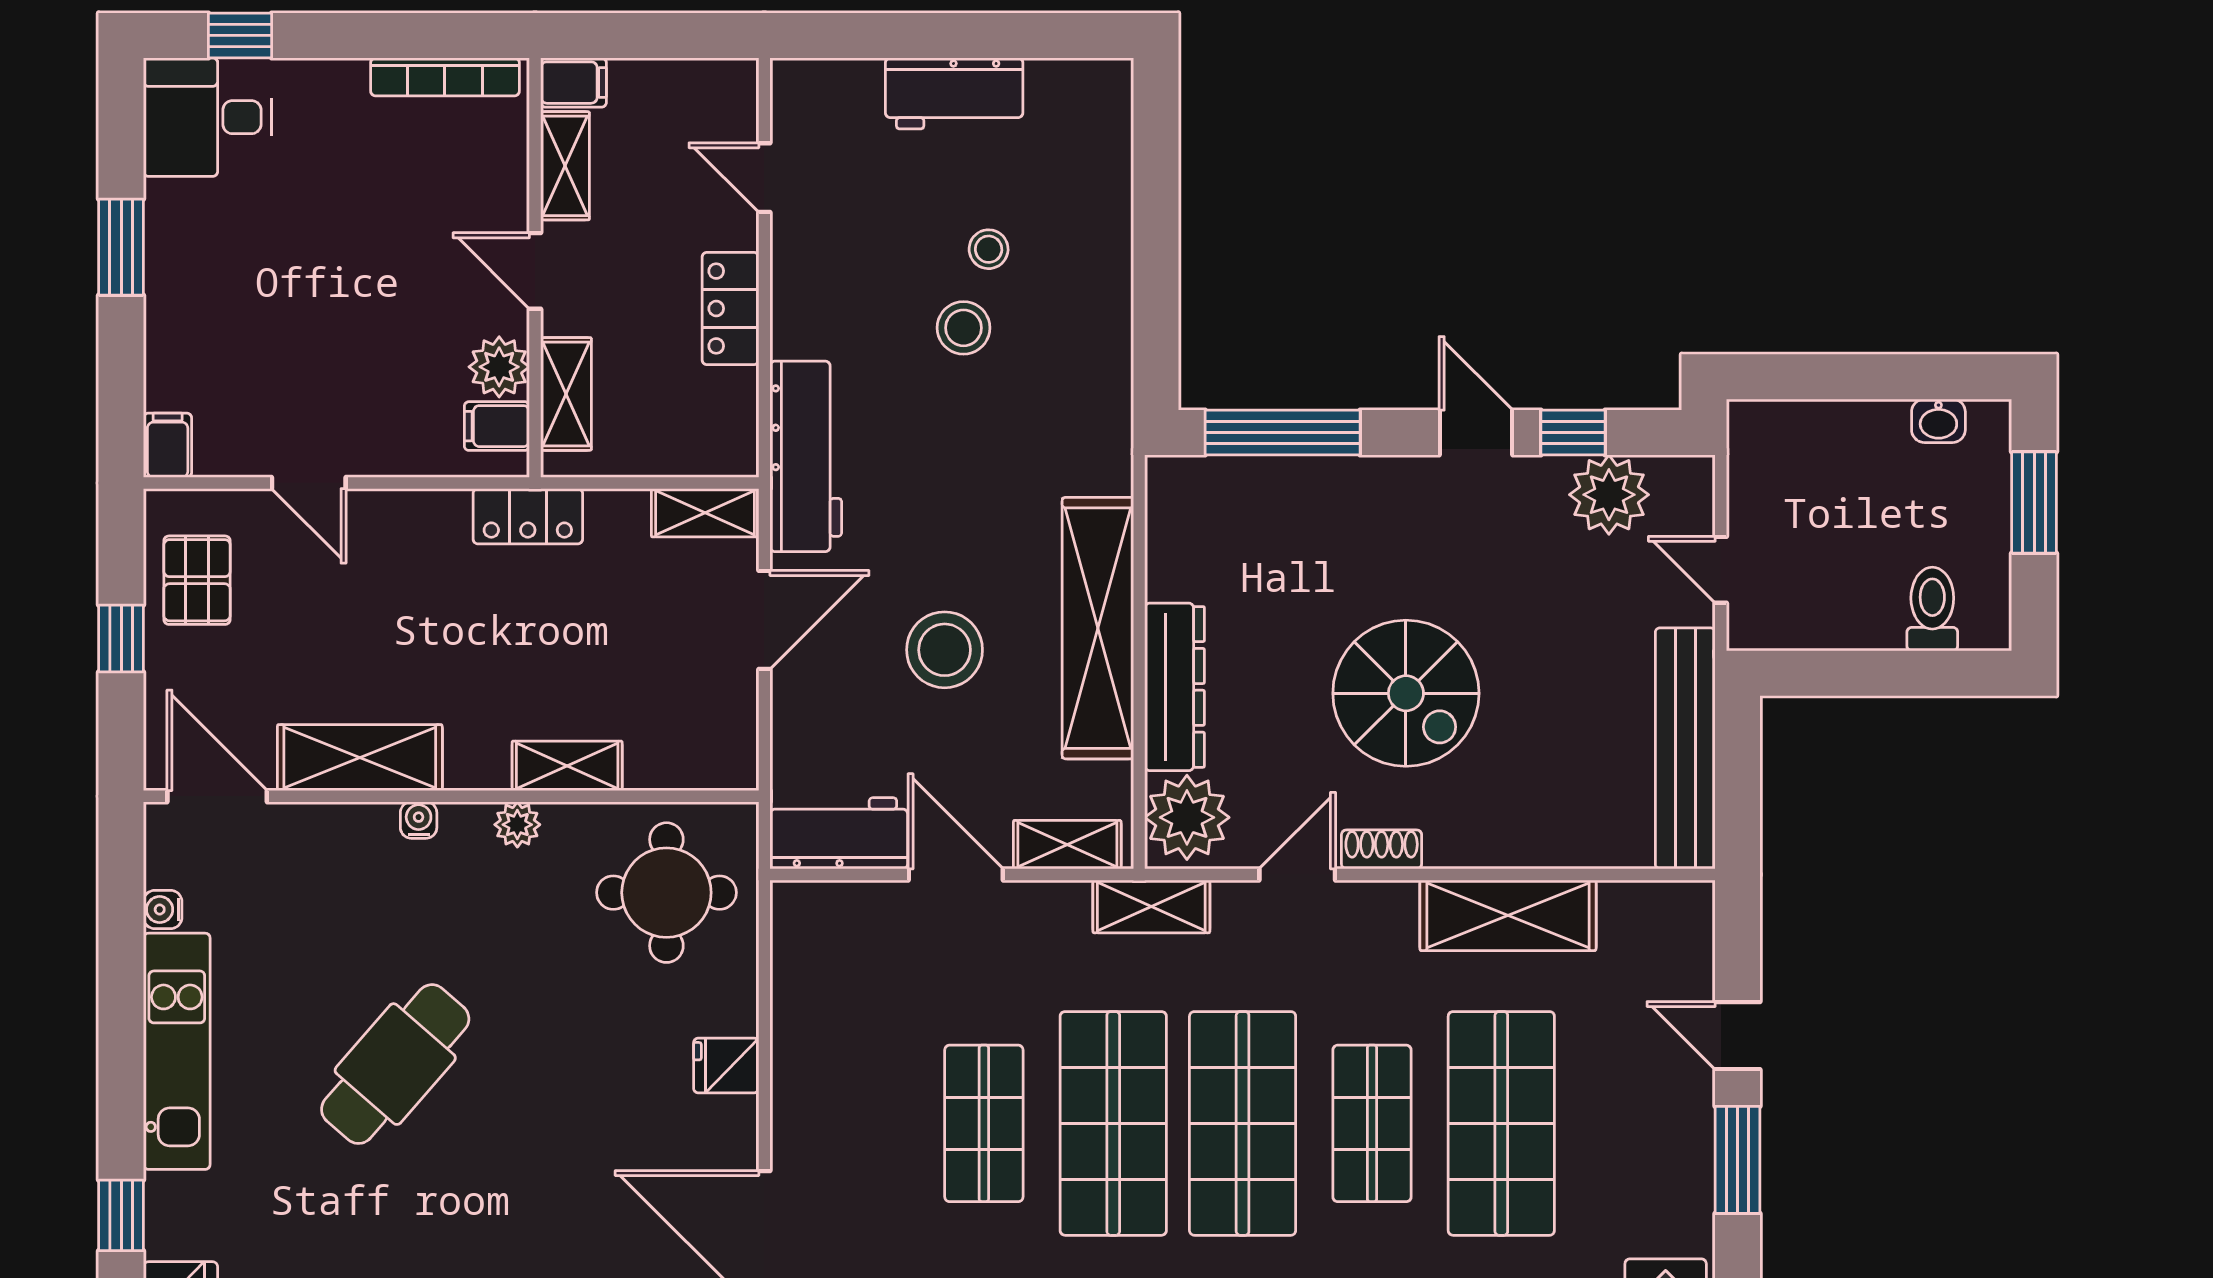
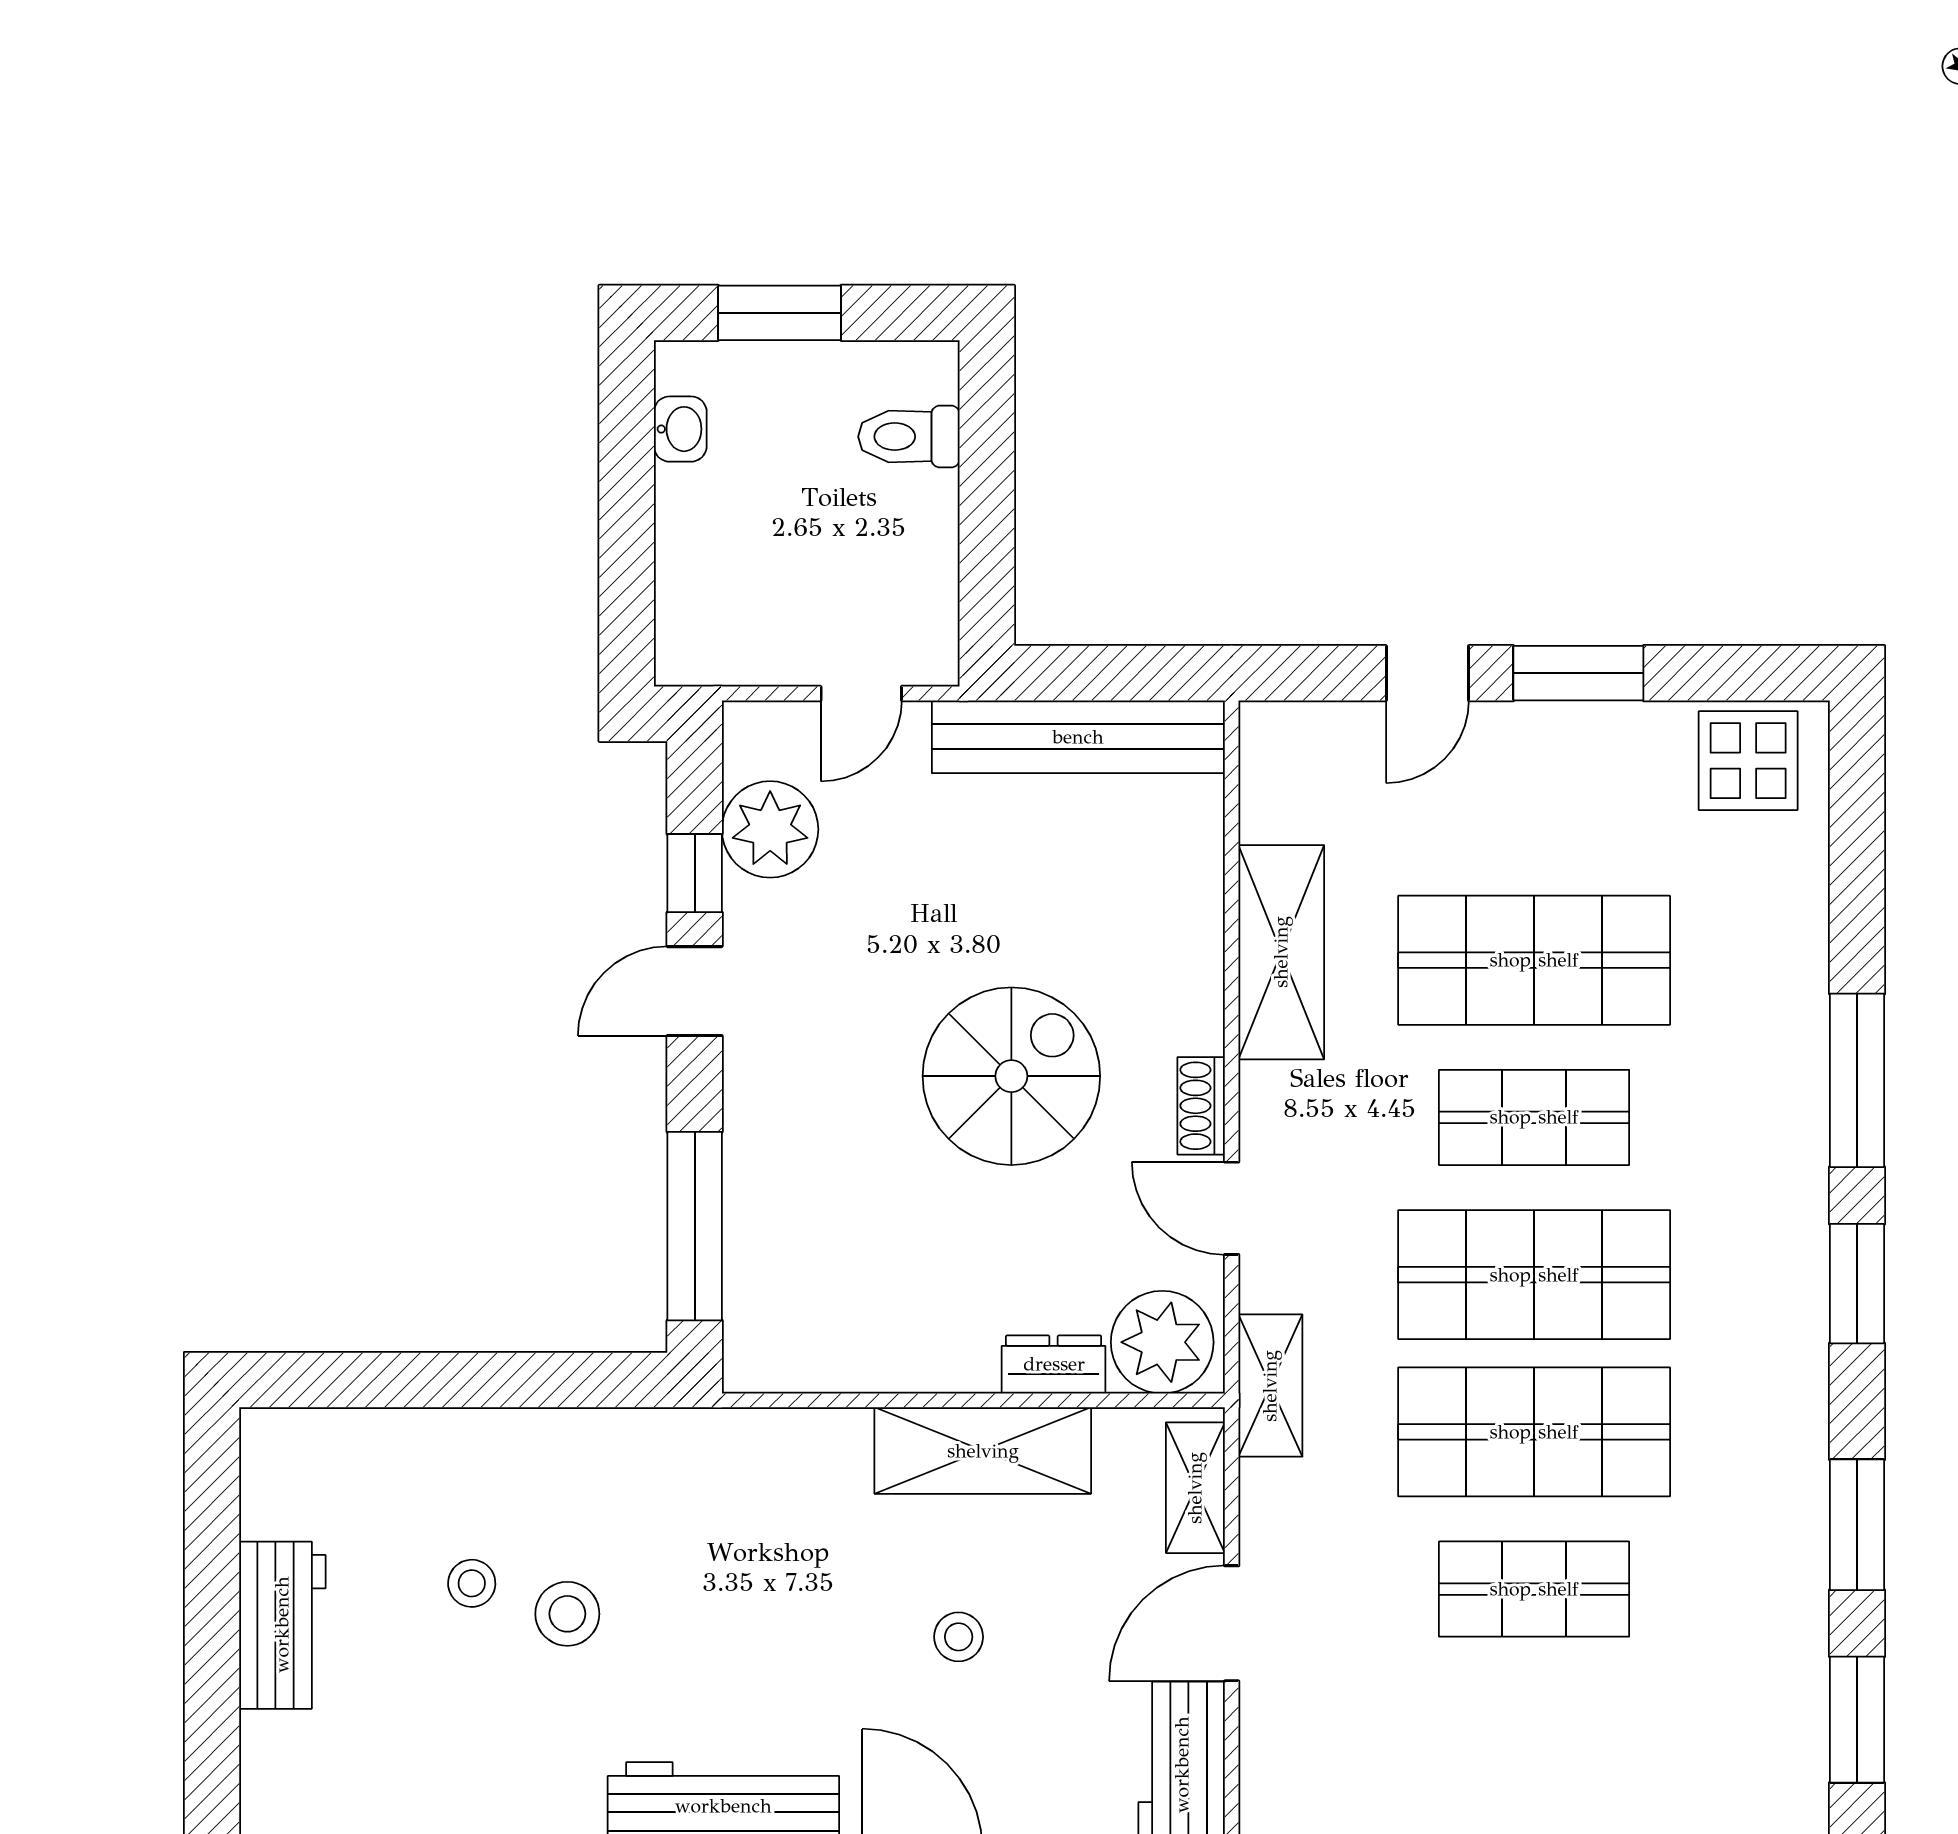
shelving: (1098, 628) -> (983, 1451), width x0.68
stool: (945, 650) -> (959, 1637), width x0.53, depth x0.53
dresser: (1175, 687) -> (1054, 1364), width x0.51, depth x0.80

